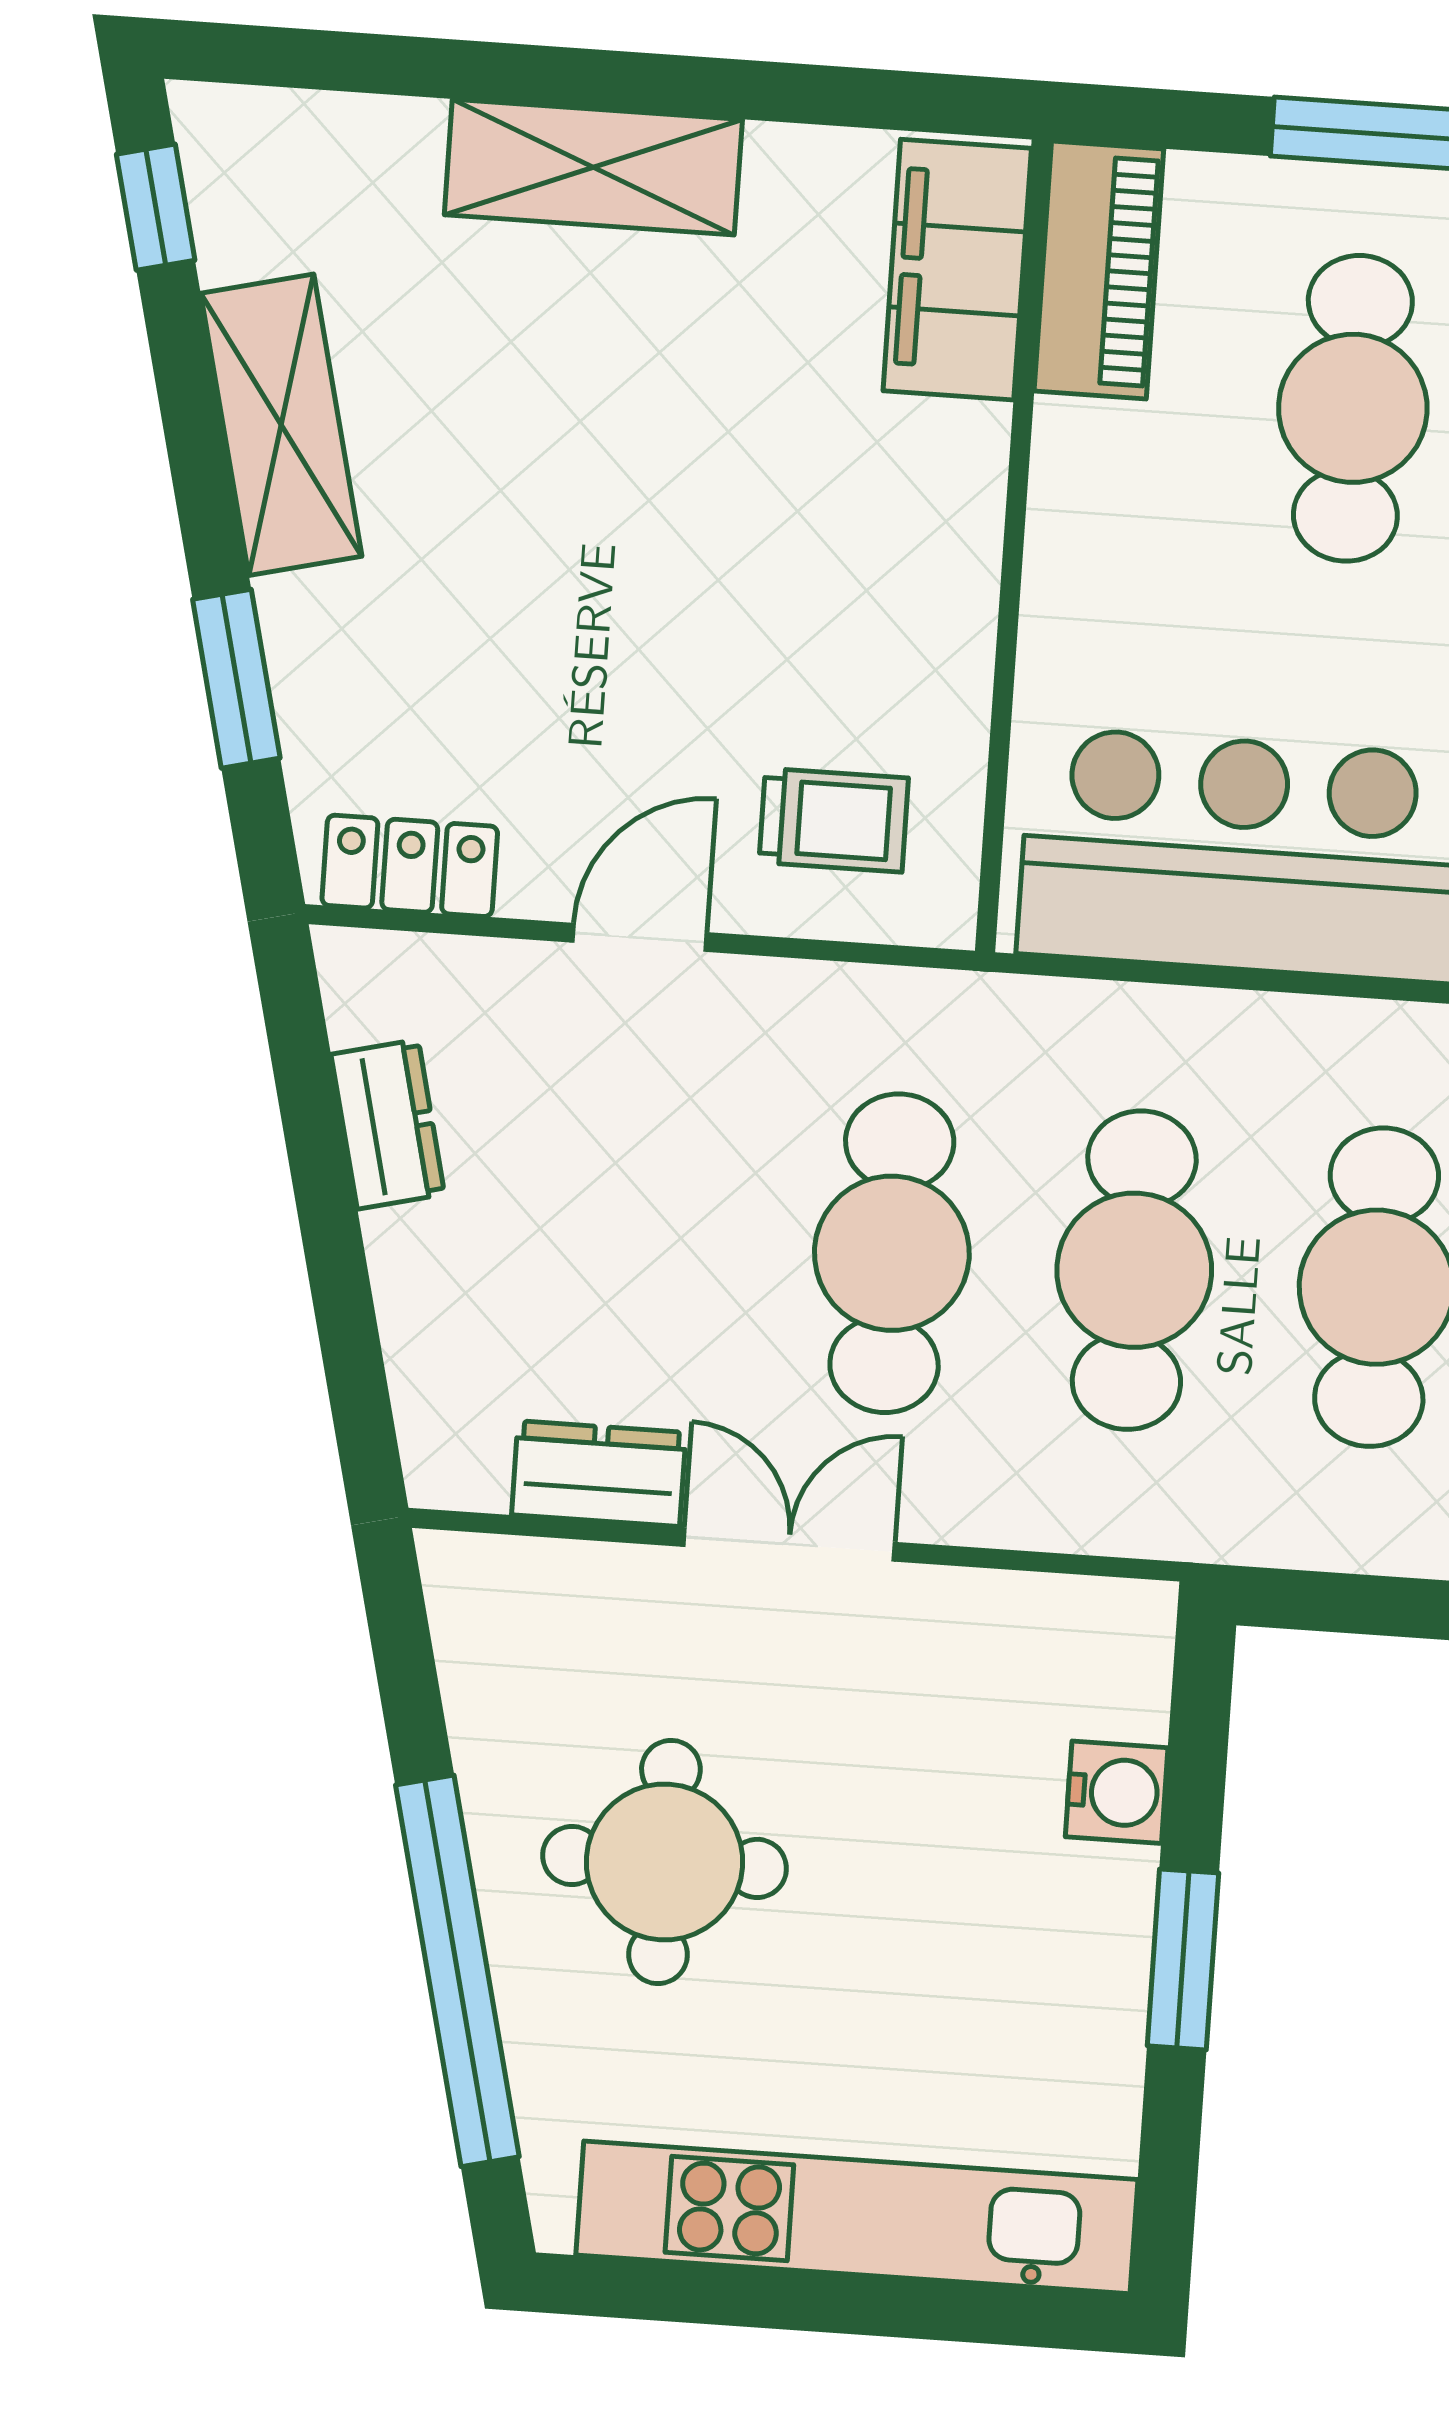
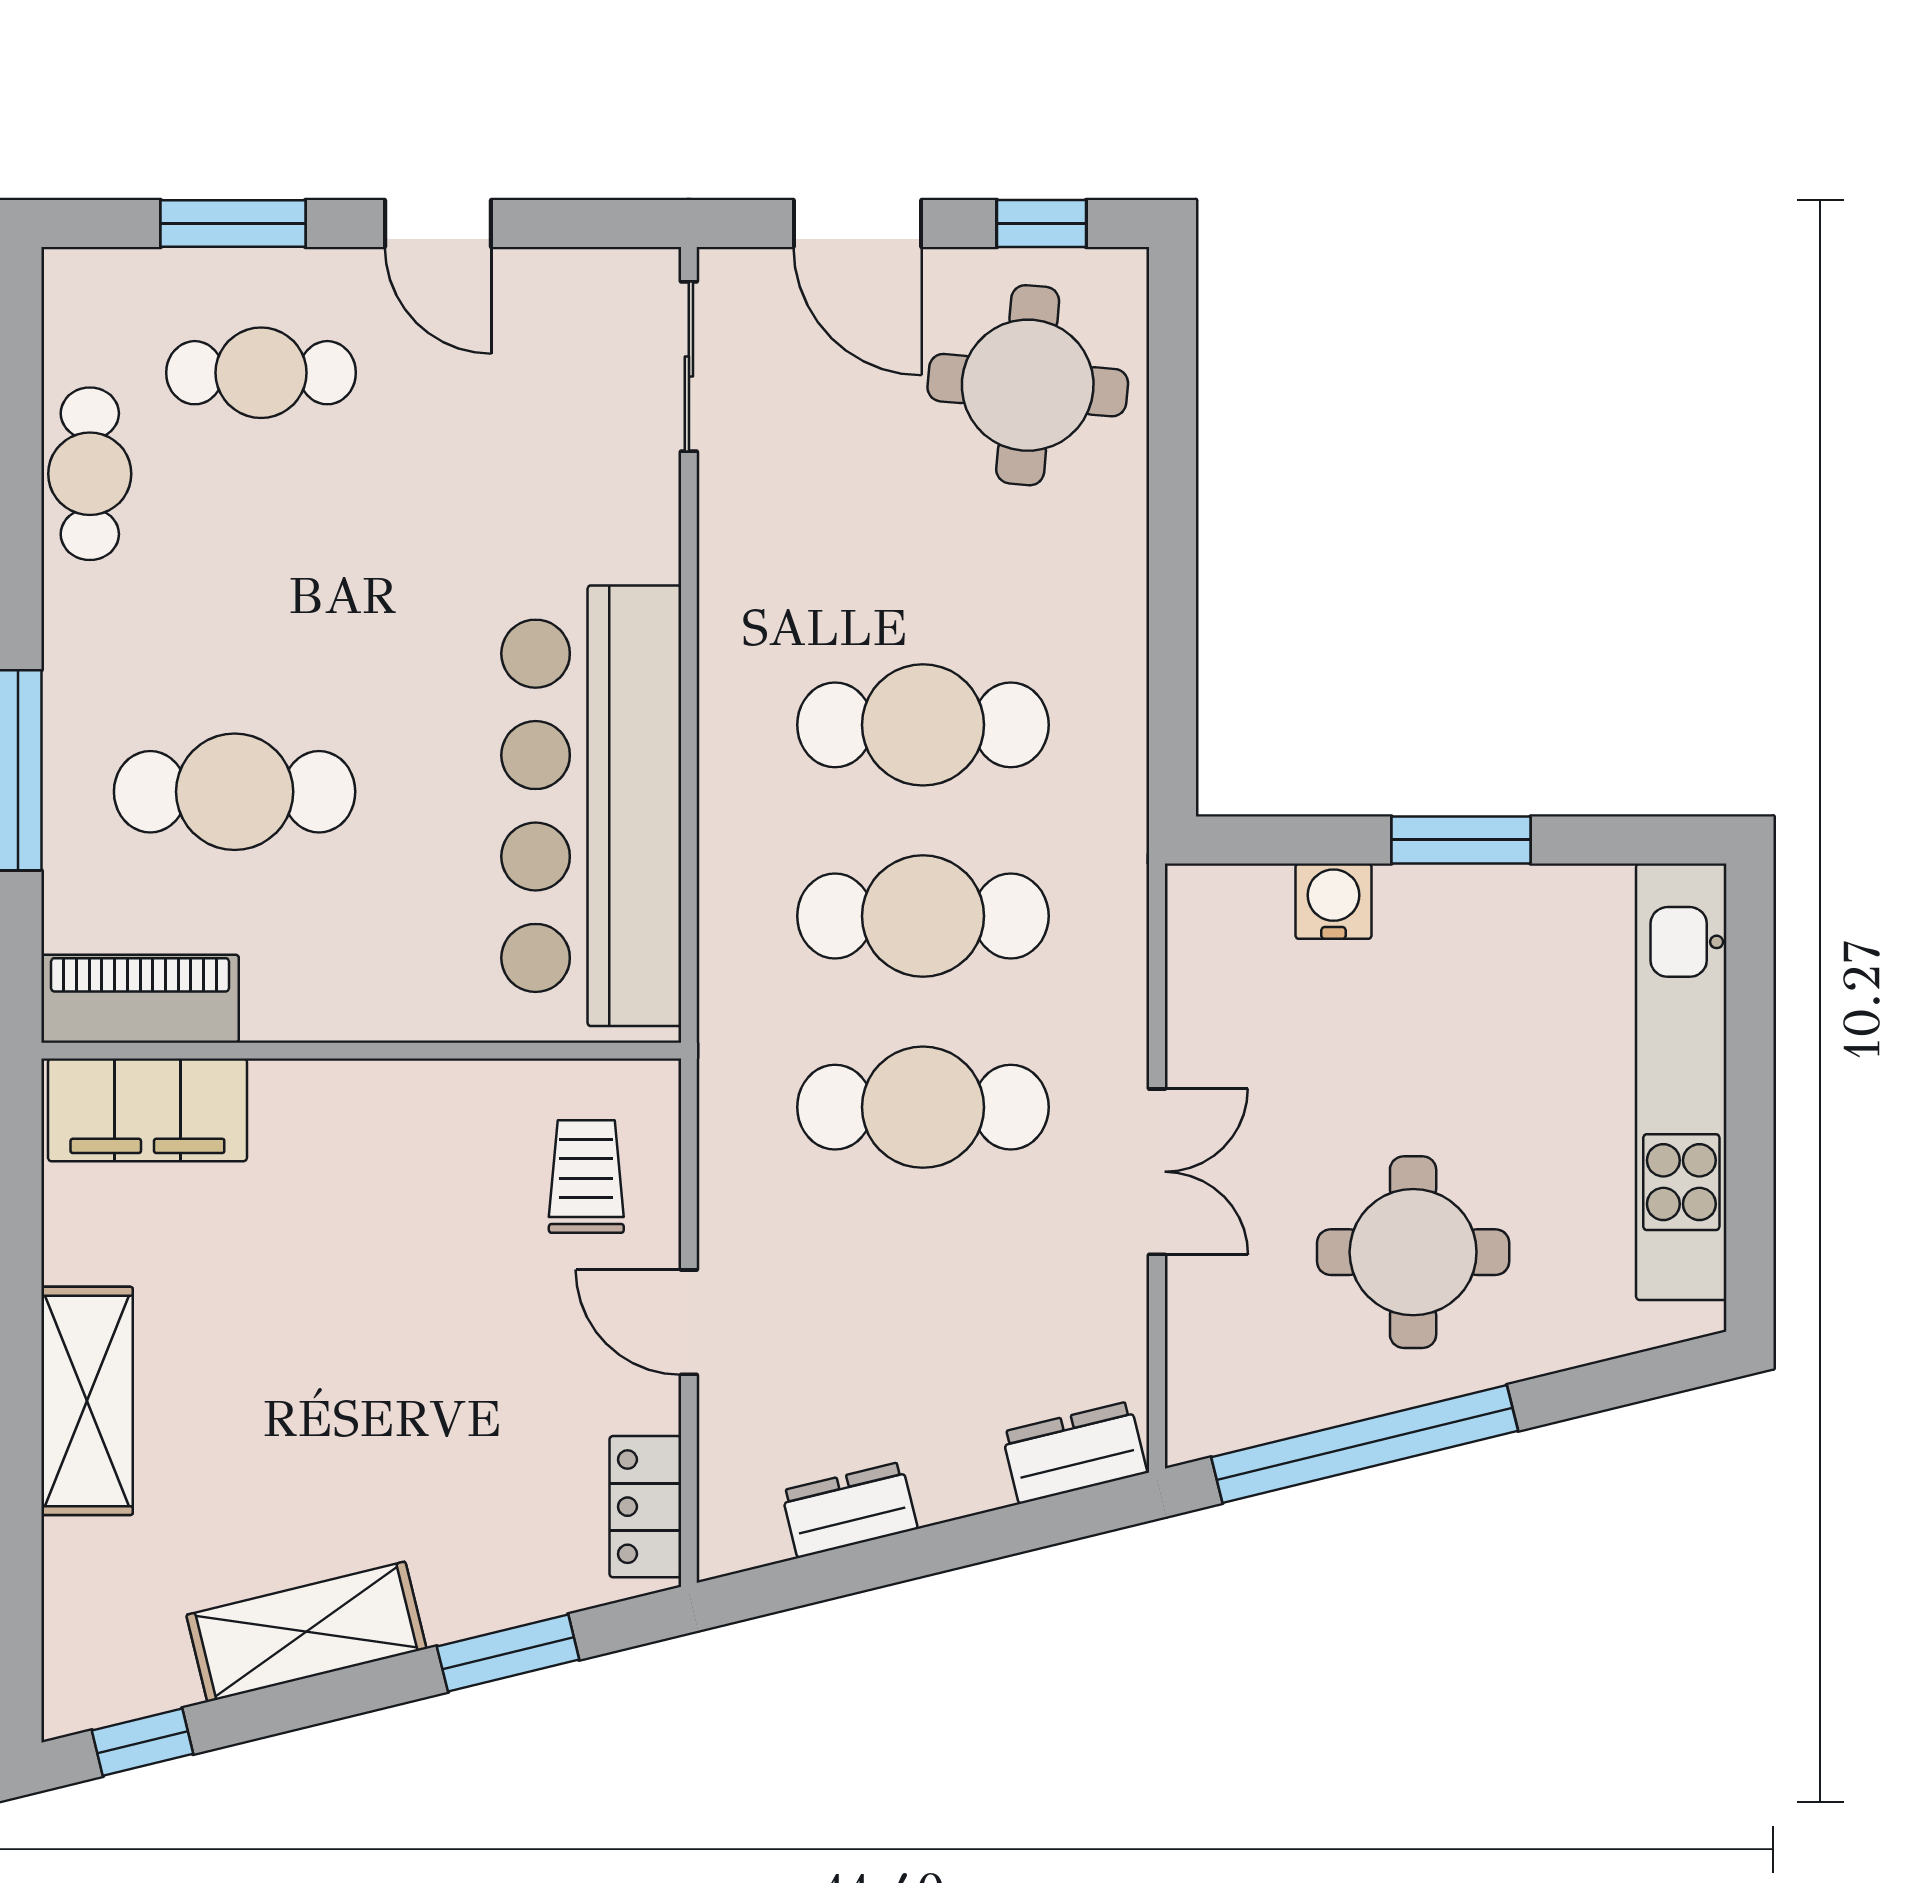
dresser: (599, 1474) -> (1074, 1452), moved, turned 76
double door: (789, 1544) -> (1157, 1172), swing flipped
window: (457, 1971) -> (1365, 1444), moved

